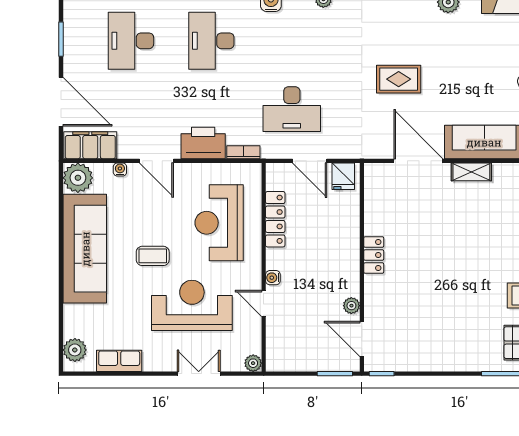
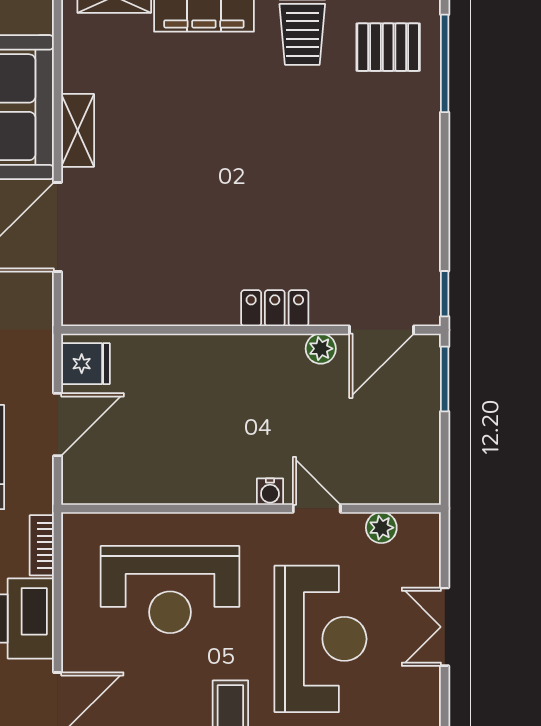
locker: (275, 219) -> (164, 487), removed
locker: (374, 255) -> (275, 308), moved
door: (264, 303) -> (317, 508), swing flipped
reception desk: (192, 305) -> (320, 639), turned 180
plant: (253, 363) -> (381, 528), moved

